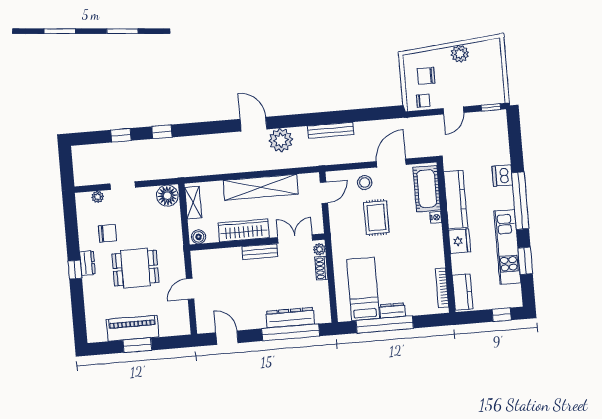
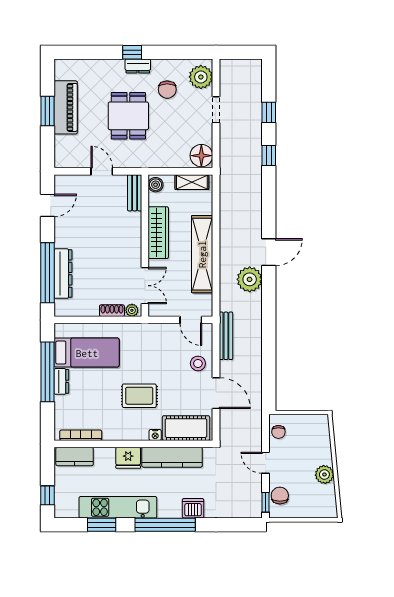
chair: (426, 76) -> (280, 496), moved
bench: (331, 130) -> (226, 336), moved
plant: (98, 197) -> (201, 77), width x1.88, depth x1.88
rug: (376, 218) -> (139, 396), moved
bench: (260, 252) -> (135, 193), moved

